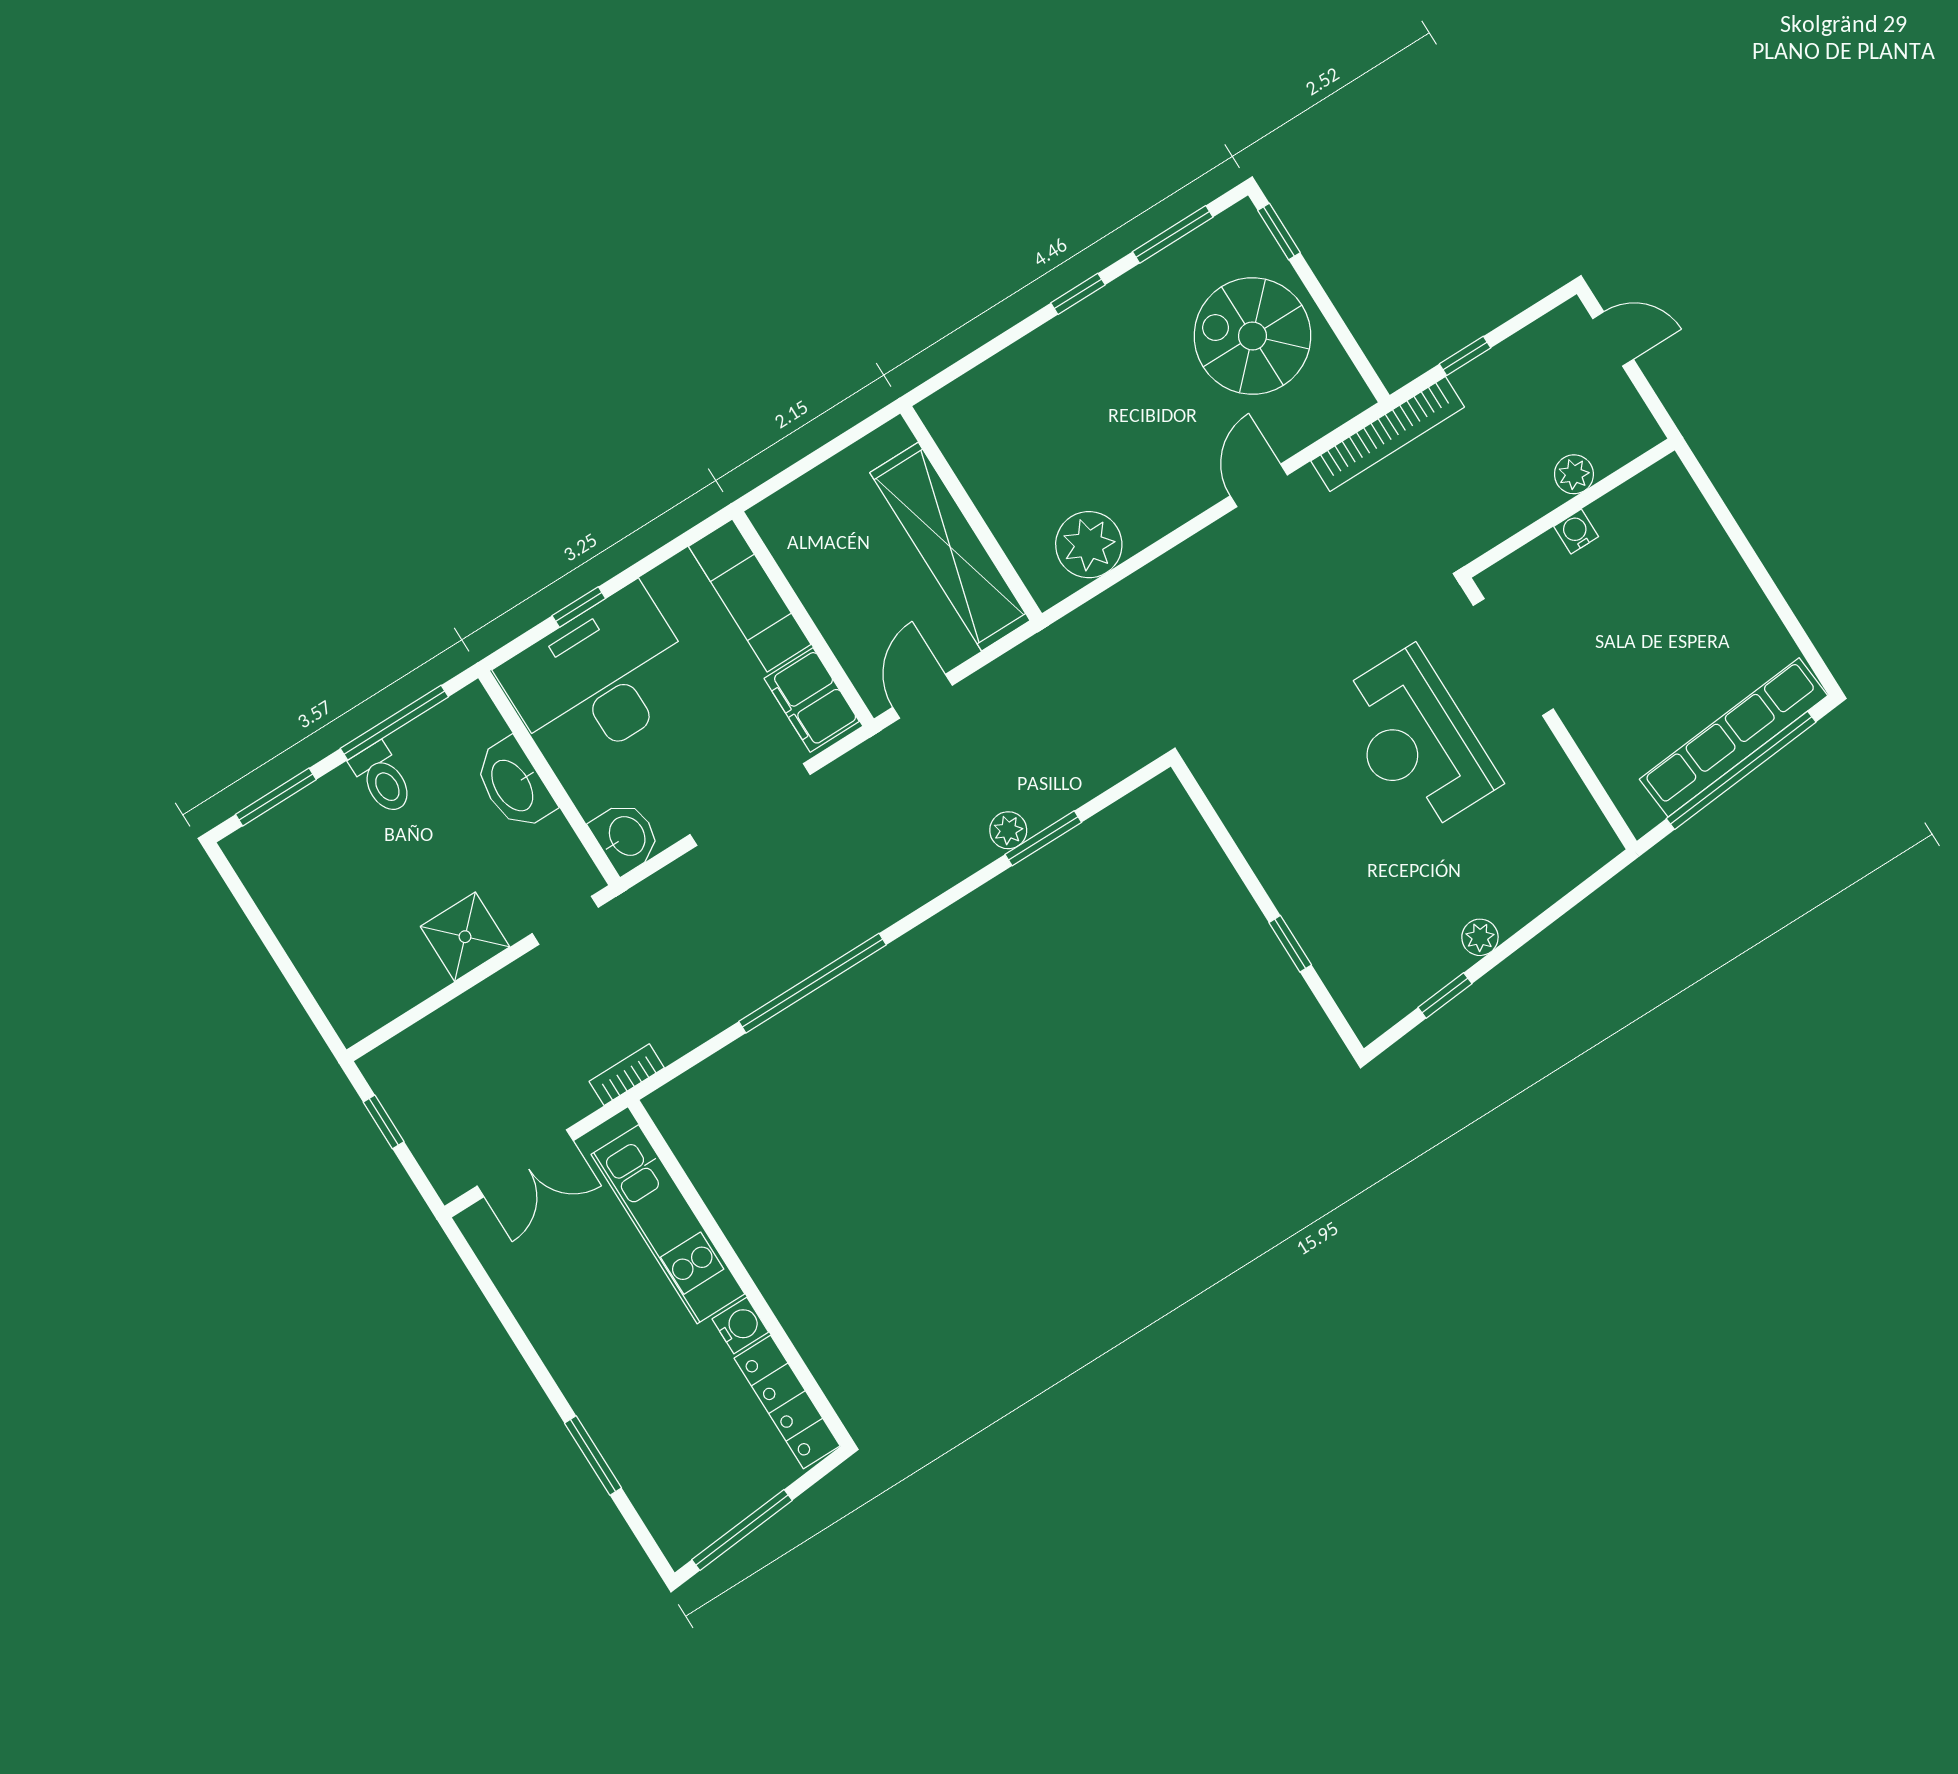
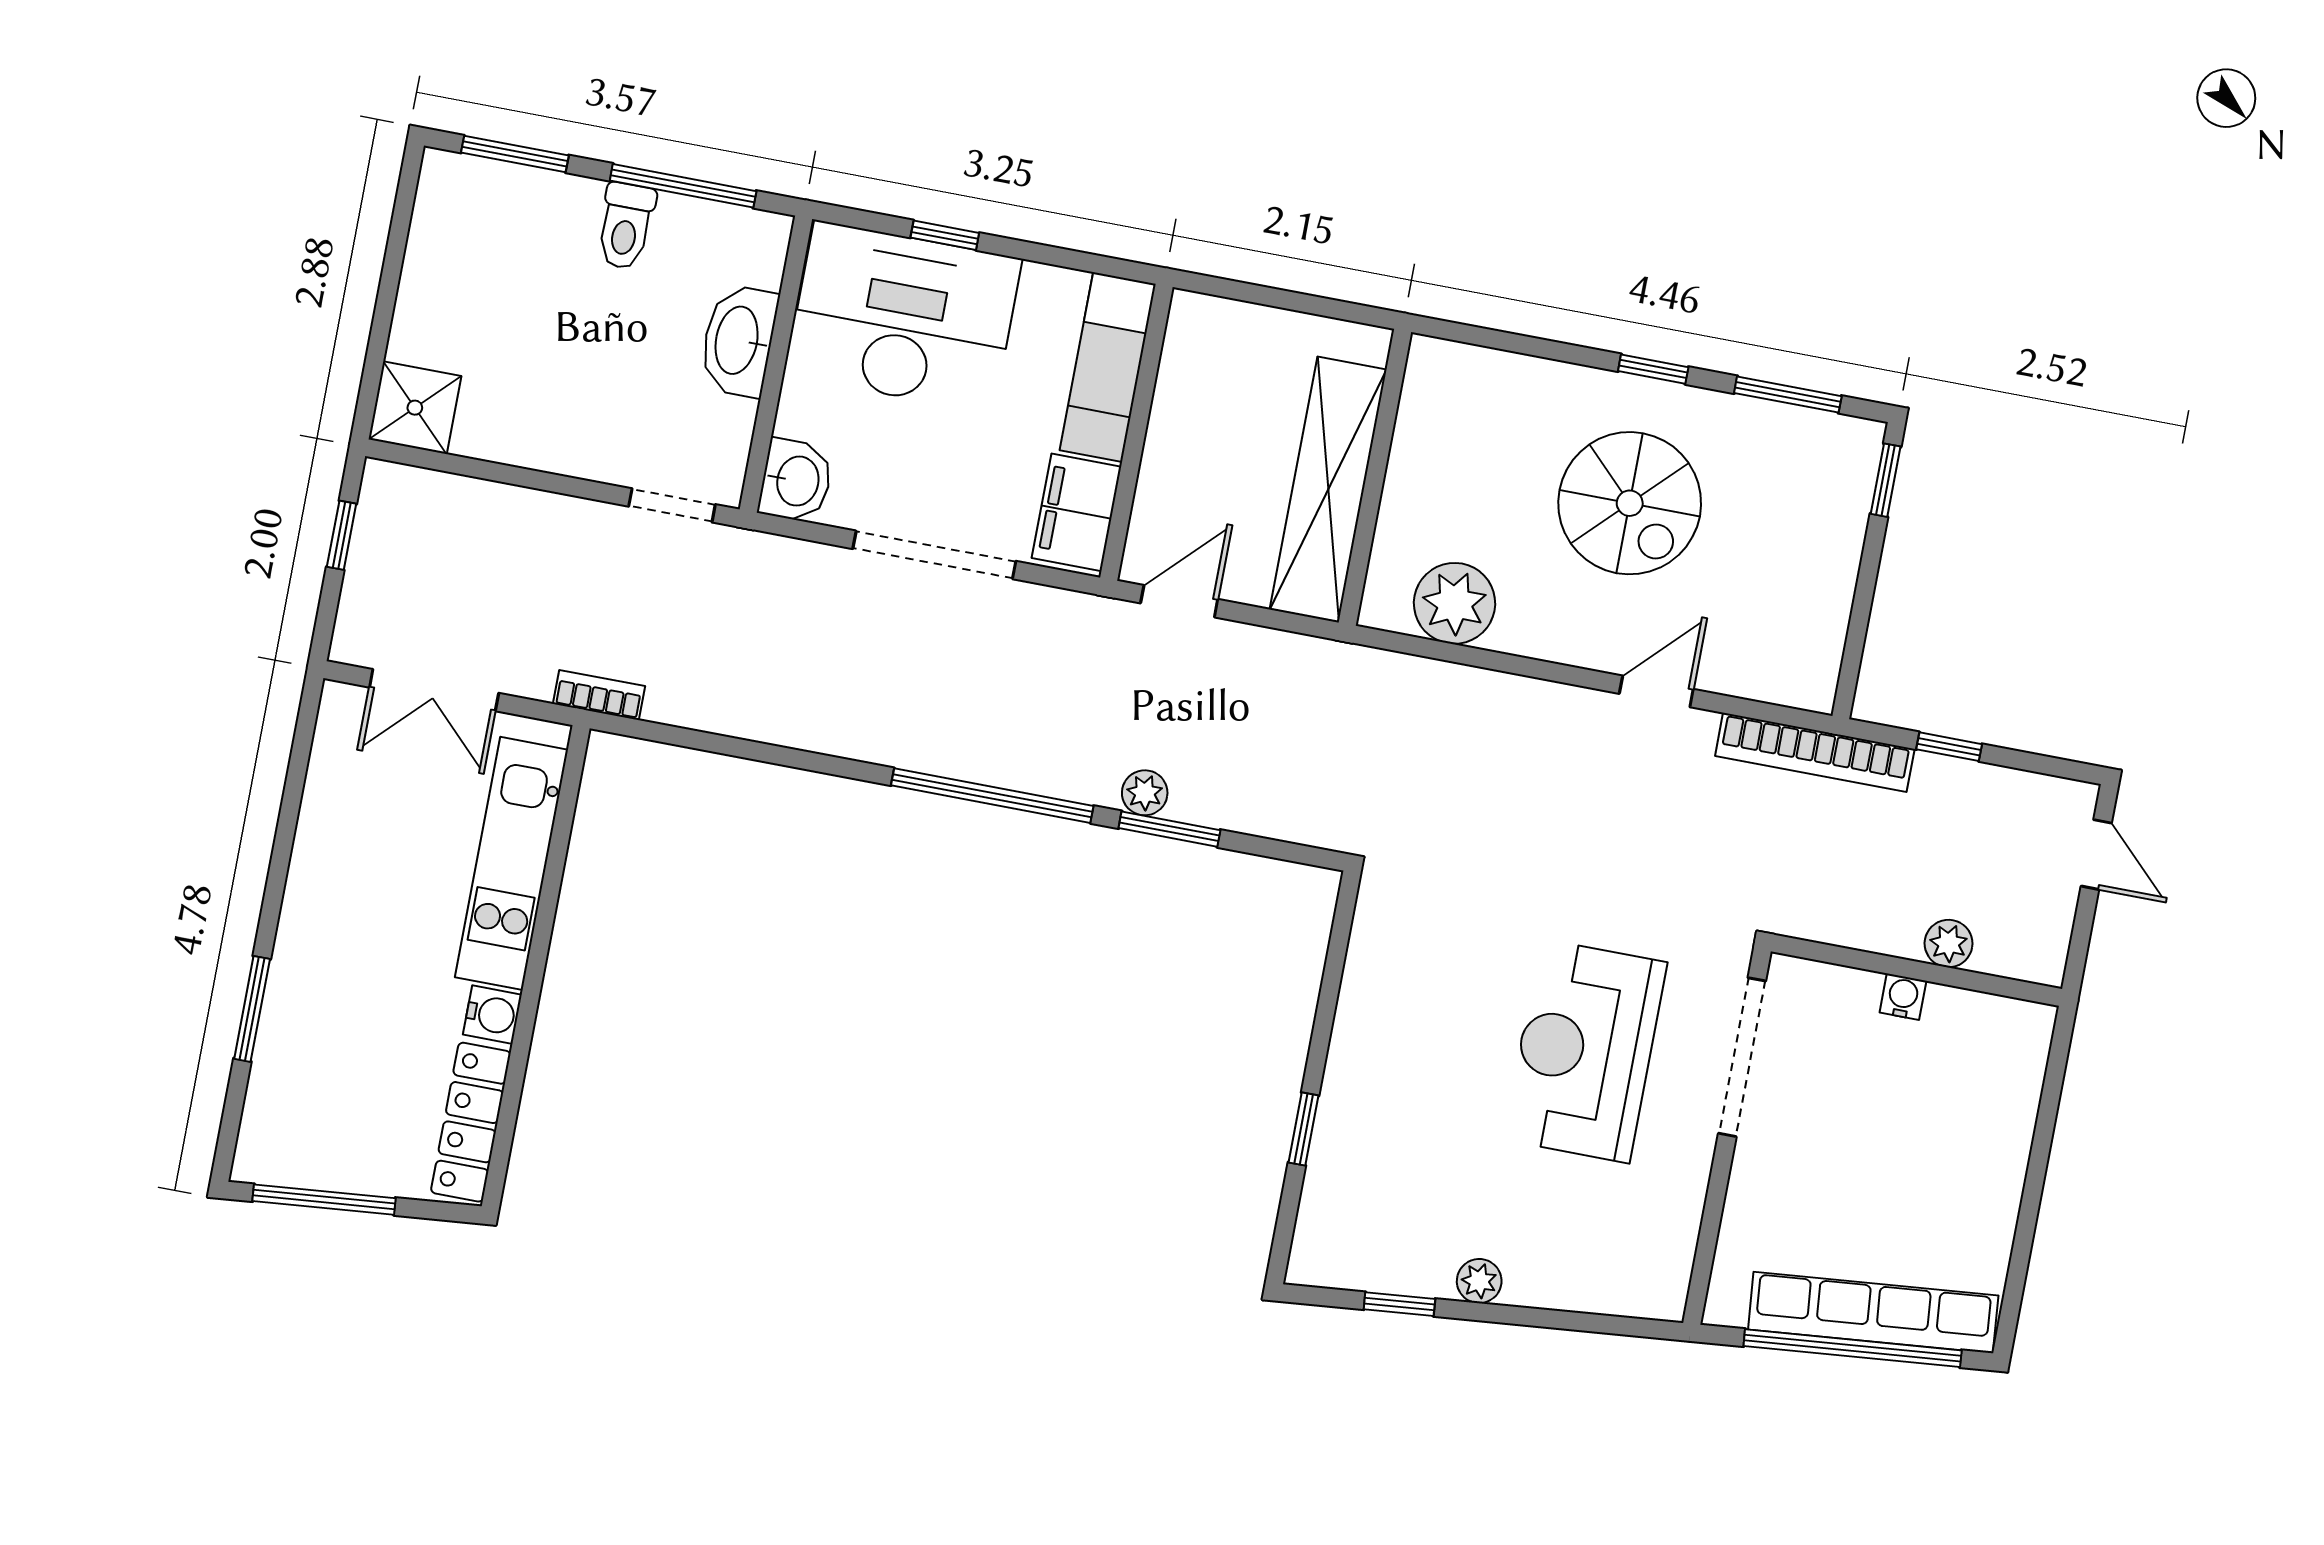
spiral stairs: (1252, 336) -> (1630, 503), moved, turned 180
shower: (465, 937) -> (415, 408), moved
window: (812, 983) -> (992, 796), moved

